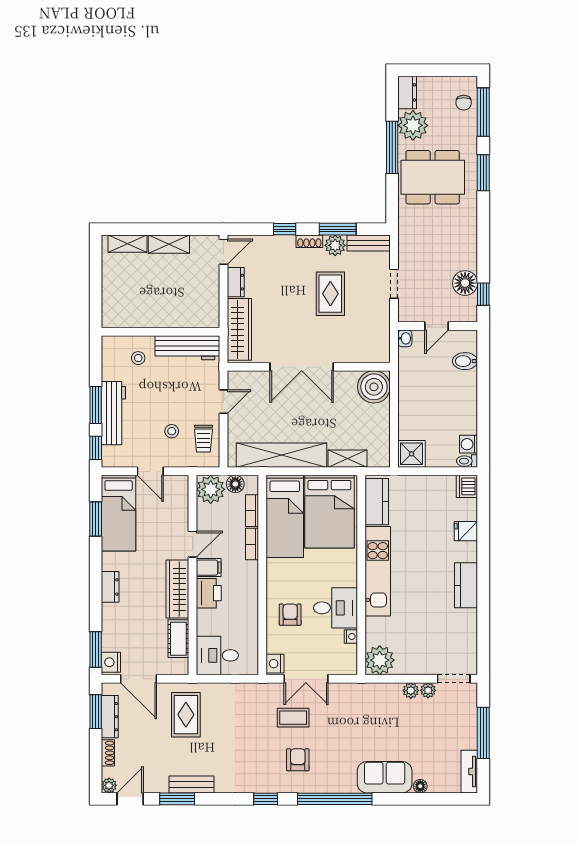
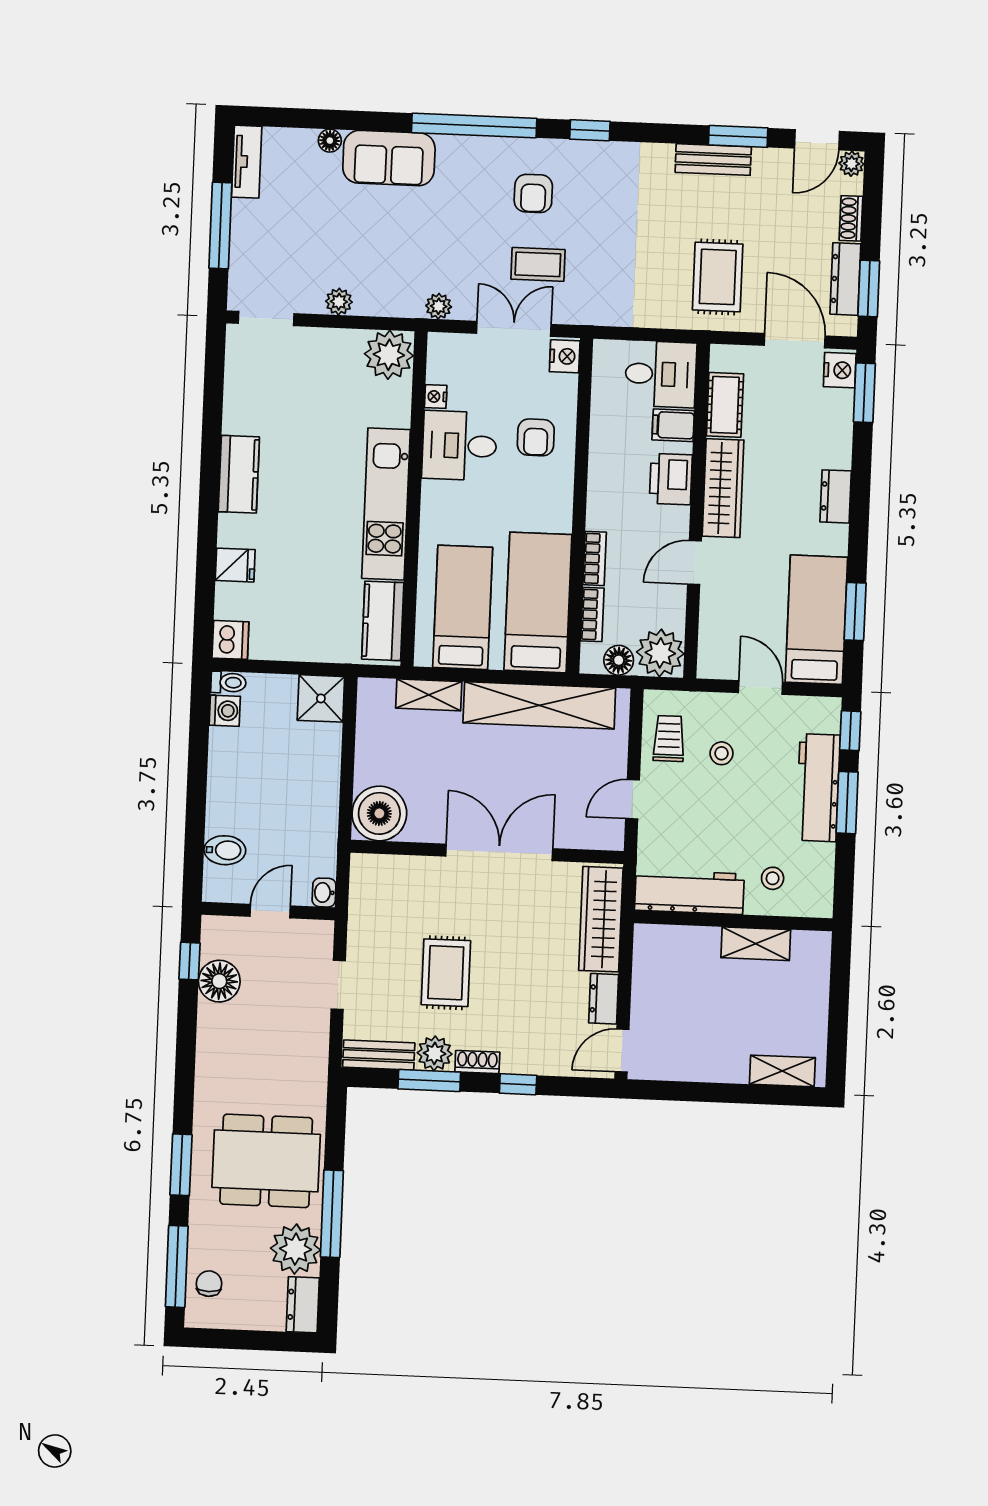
shelving: (169, 244) -> (756, 944), moved
bed: (329, 512) -> (463, 607), width x0.67
filing cabinet: (209, 568) -> (673, 425), moved
plant: (428, 690) -> (439, 306), moved

